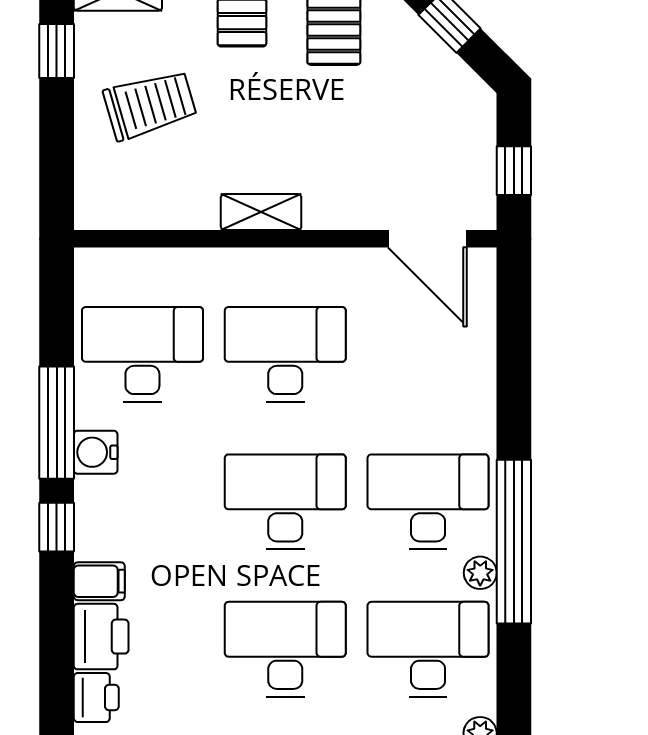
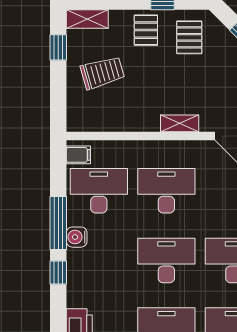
shelving: (261, 212) -> (180, 123), moved
filing cabinet: (99, 581) -> (78, 155), moved

